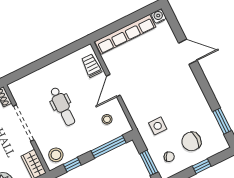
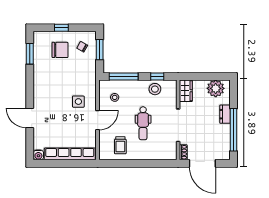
trolley: (91, 66) -> (120, 145), moved
dental chair: (62, 106) -> (143, 123), turned 180
side table: (158, 126) -> (78, 102), moved
stool: (56, 155) -> (155, 89), moved

